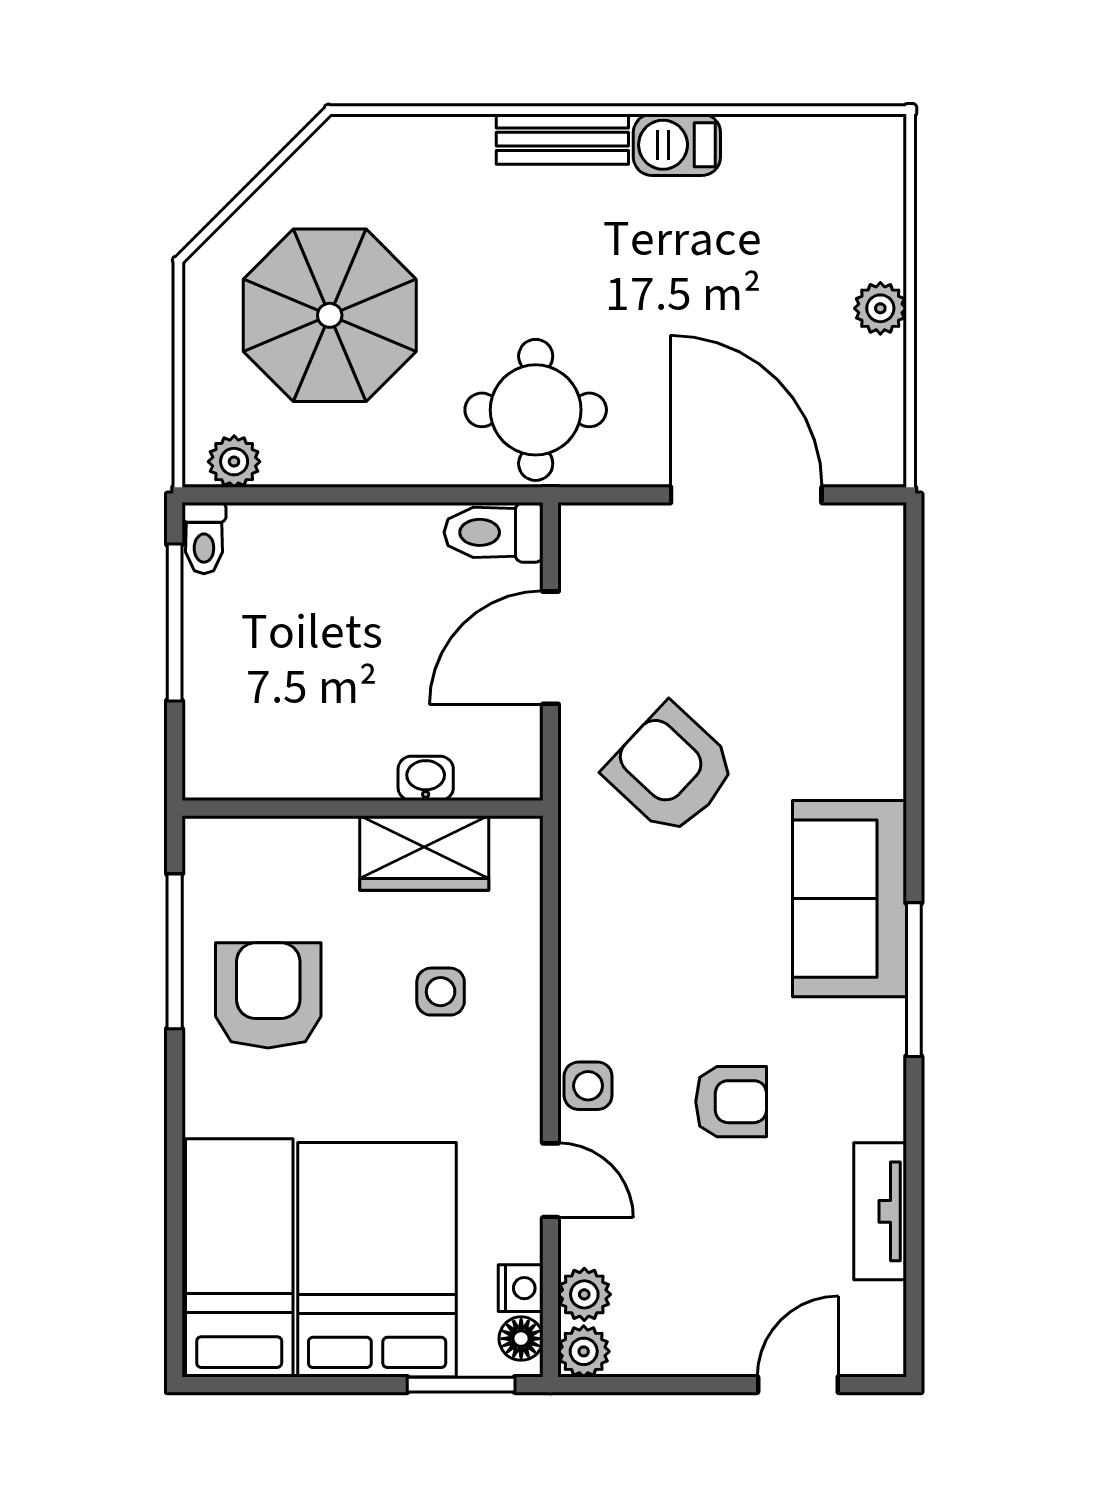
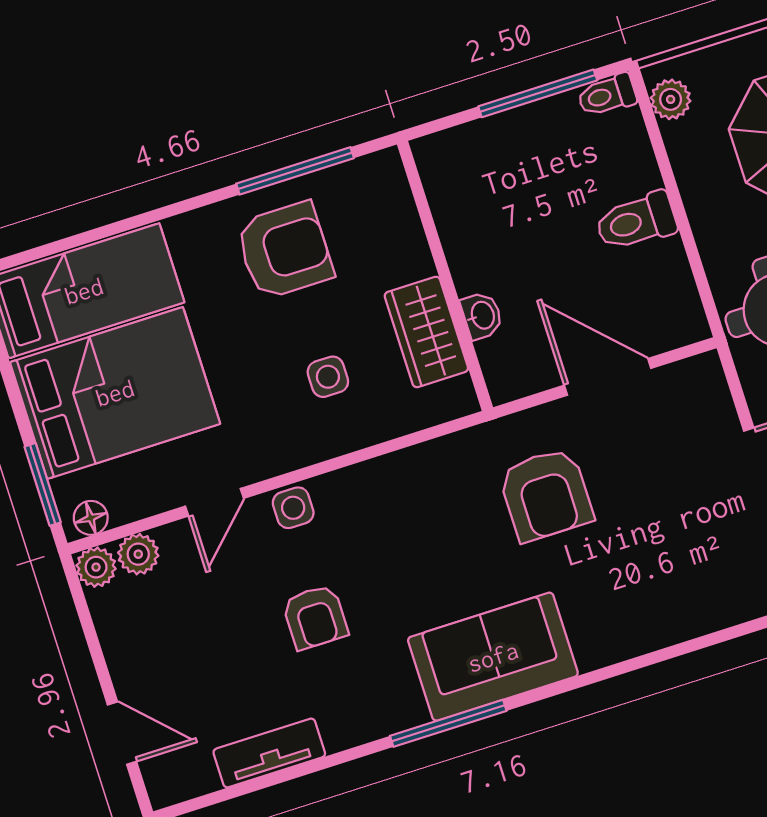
toilet: (494, 532) -> (636, 221), moved, turned -90
armchair: (671, 770) -> (546, 495), turned 137
nightstand: (521, 1288) -> (128, 506), removed

